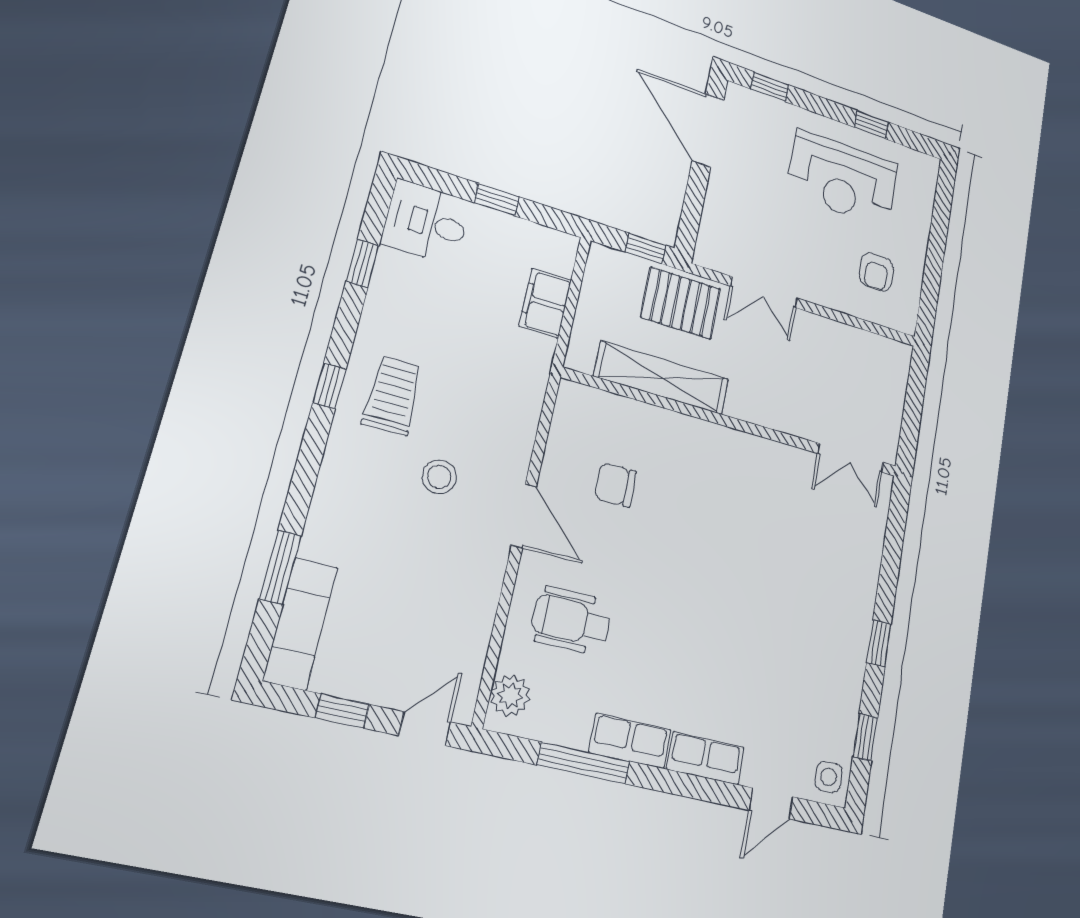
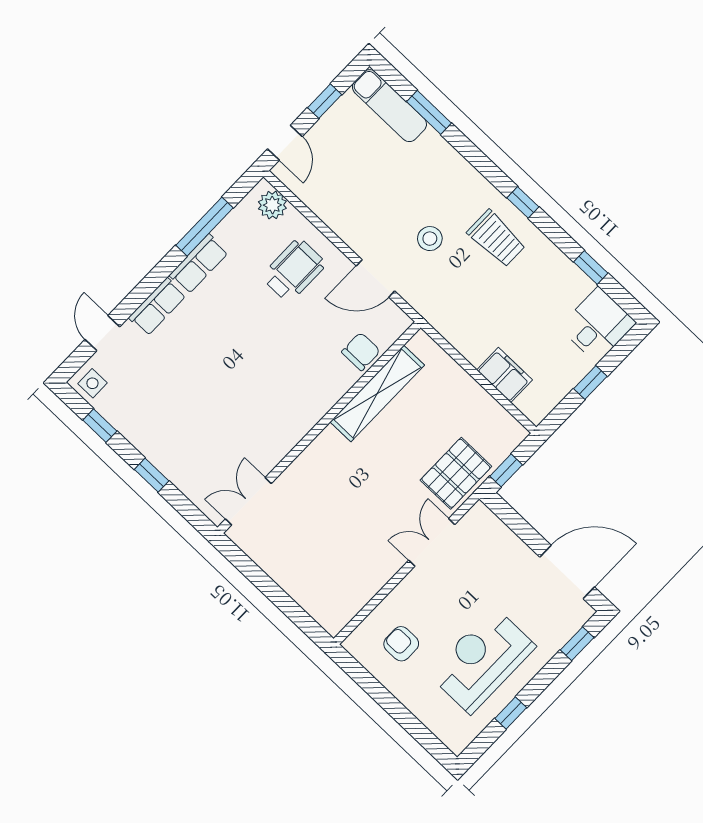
shelving: (662, 378) -> (377, 393), moved
wall: (734, 423) -> (319, 427), moved
double door: (851, 458) -> (248, 501), moved

